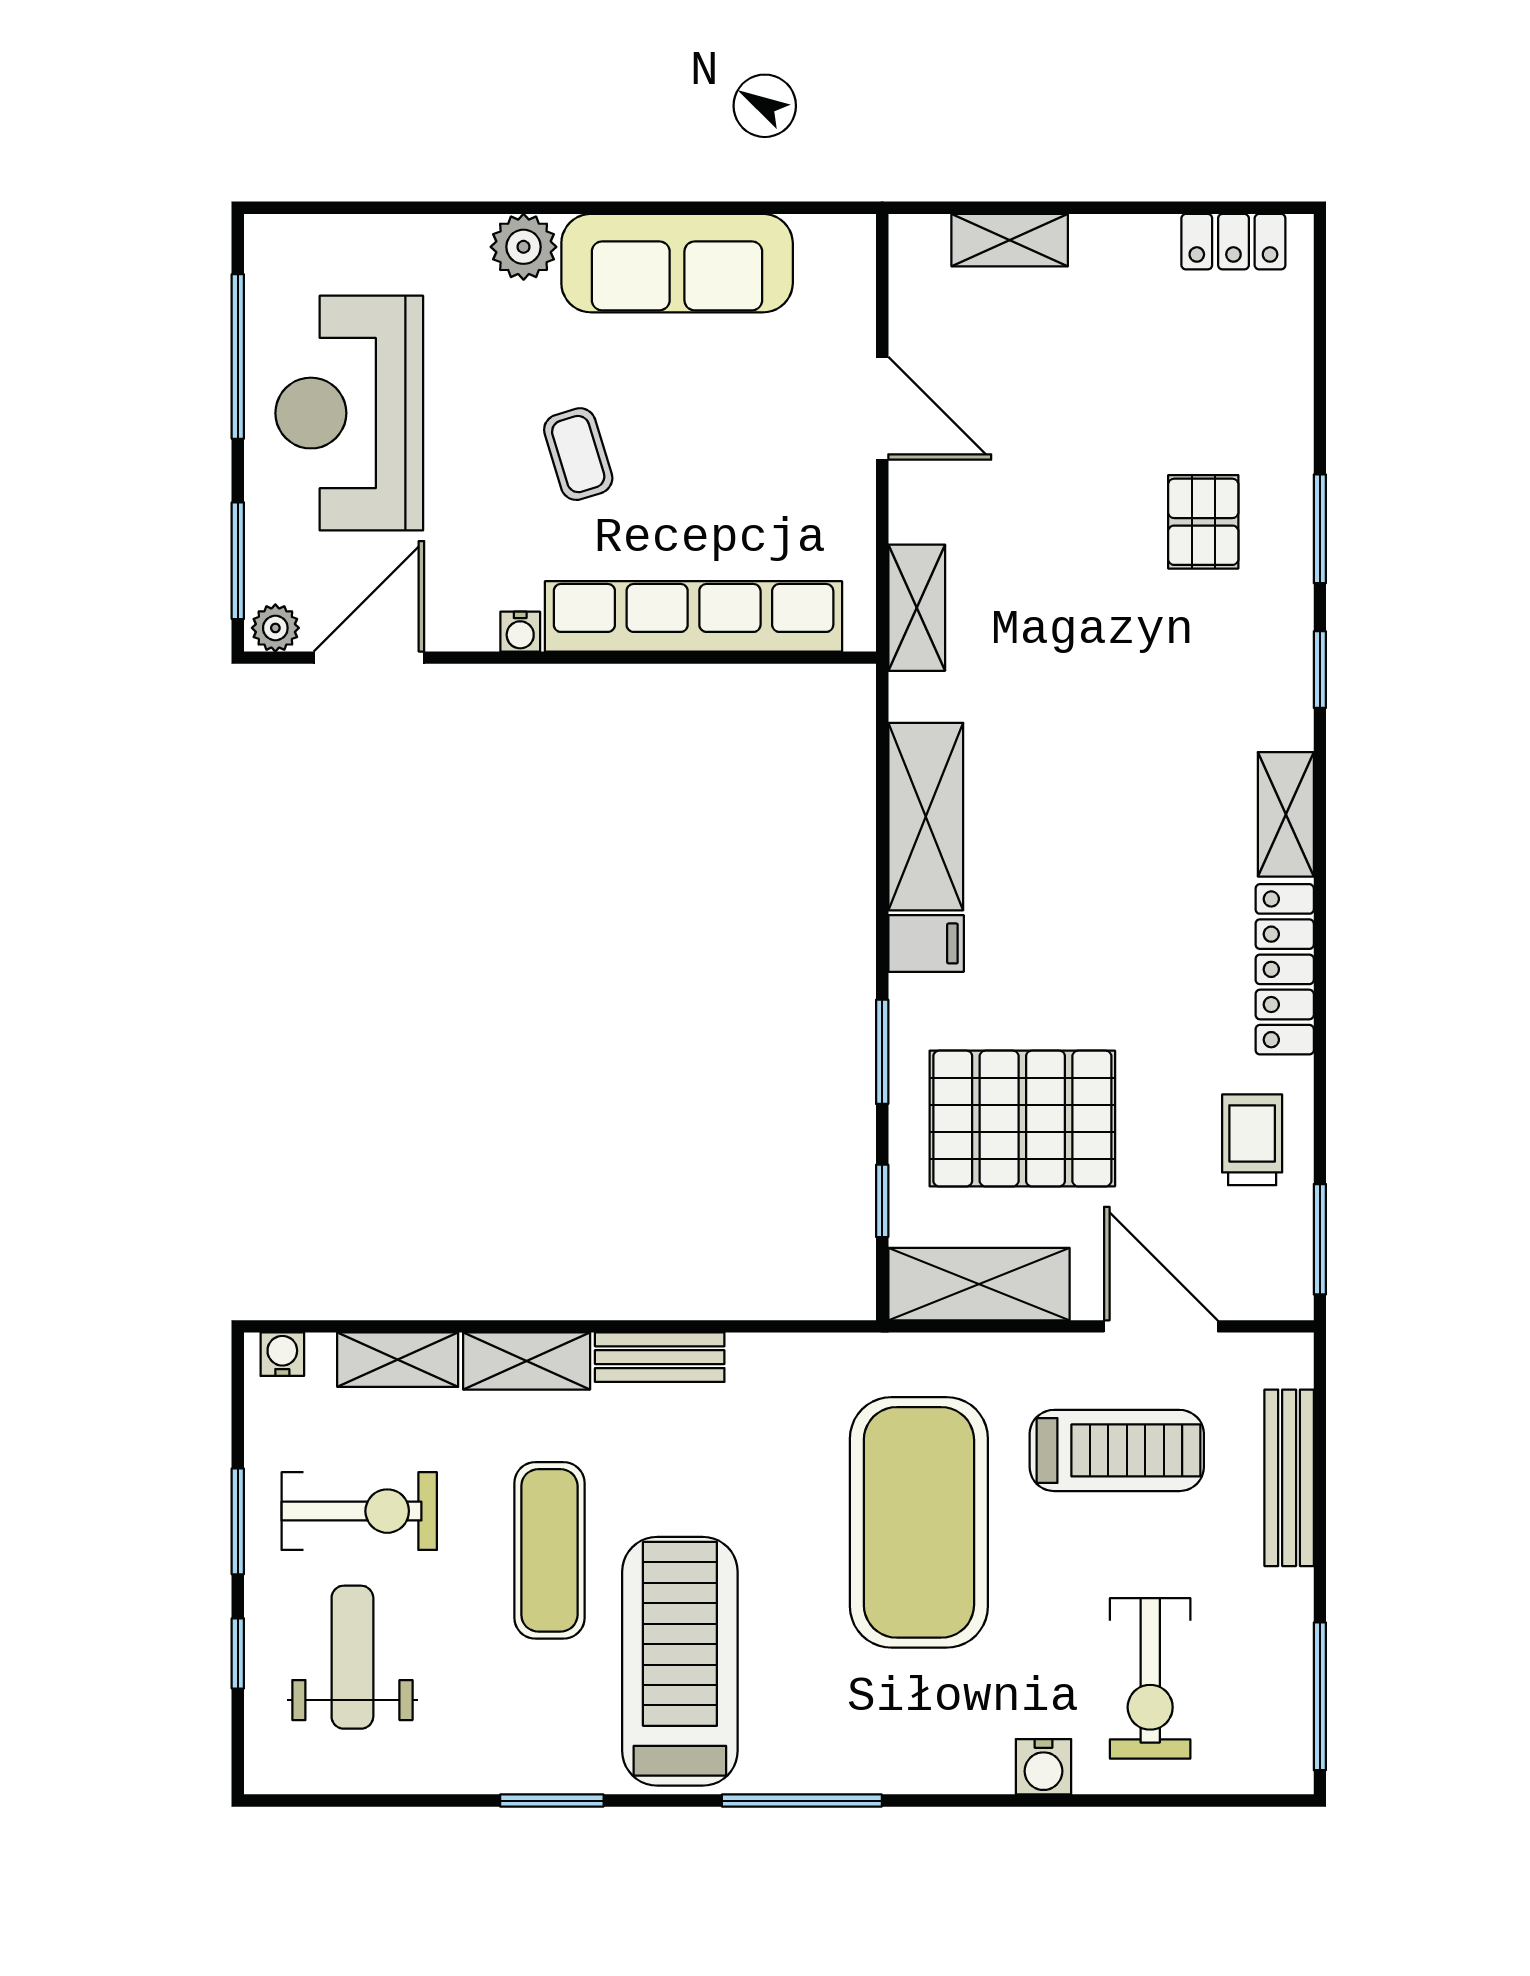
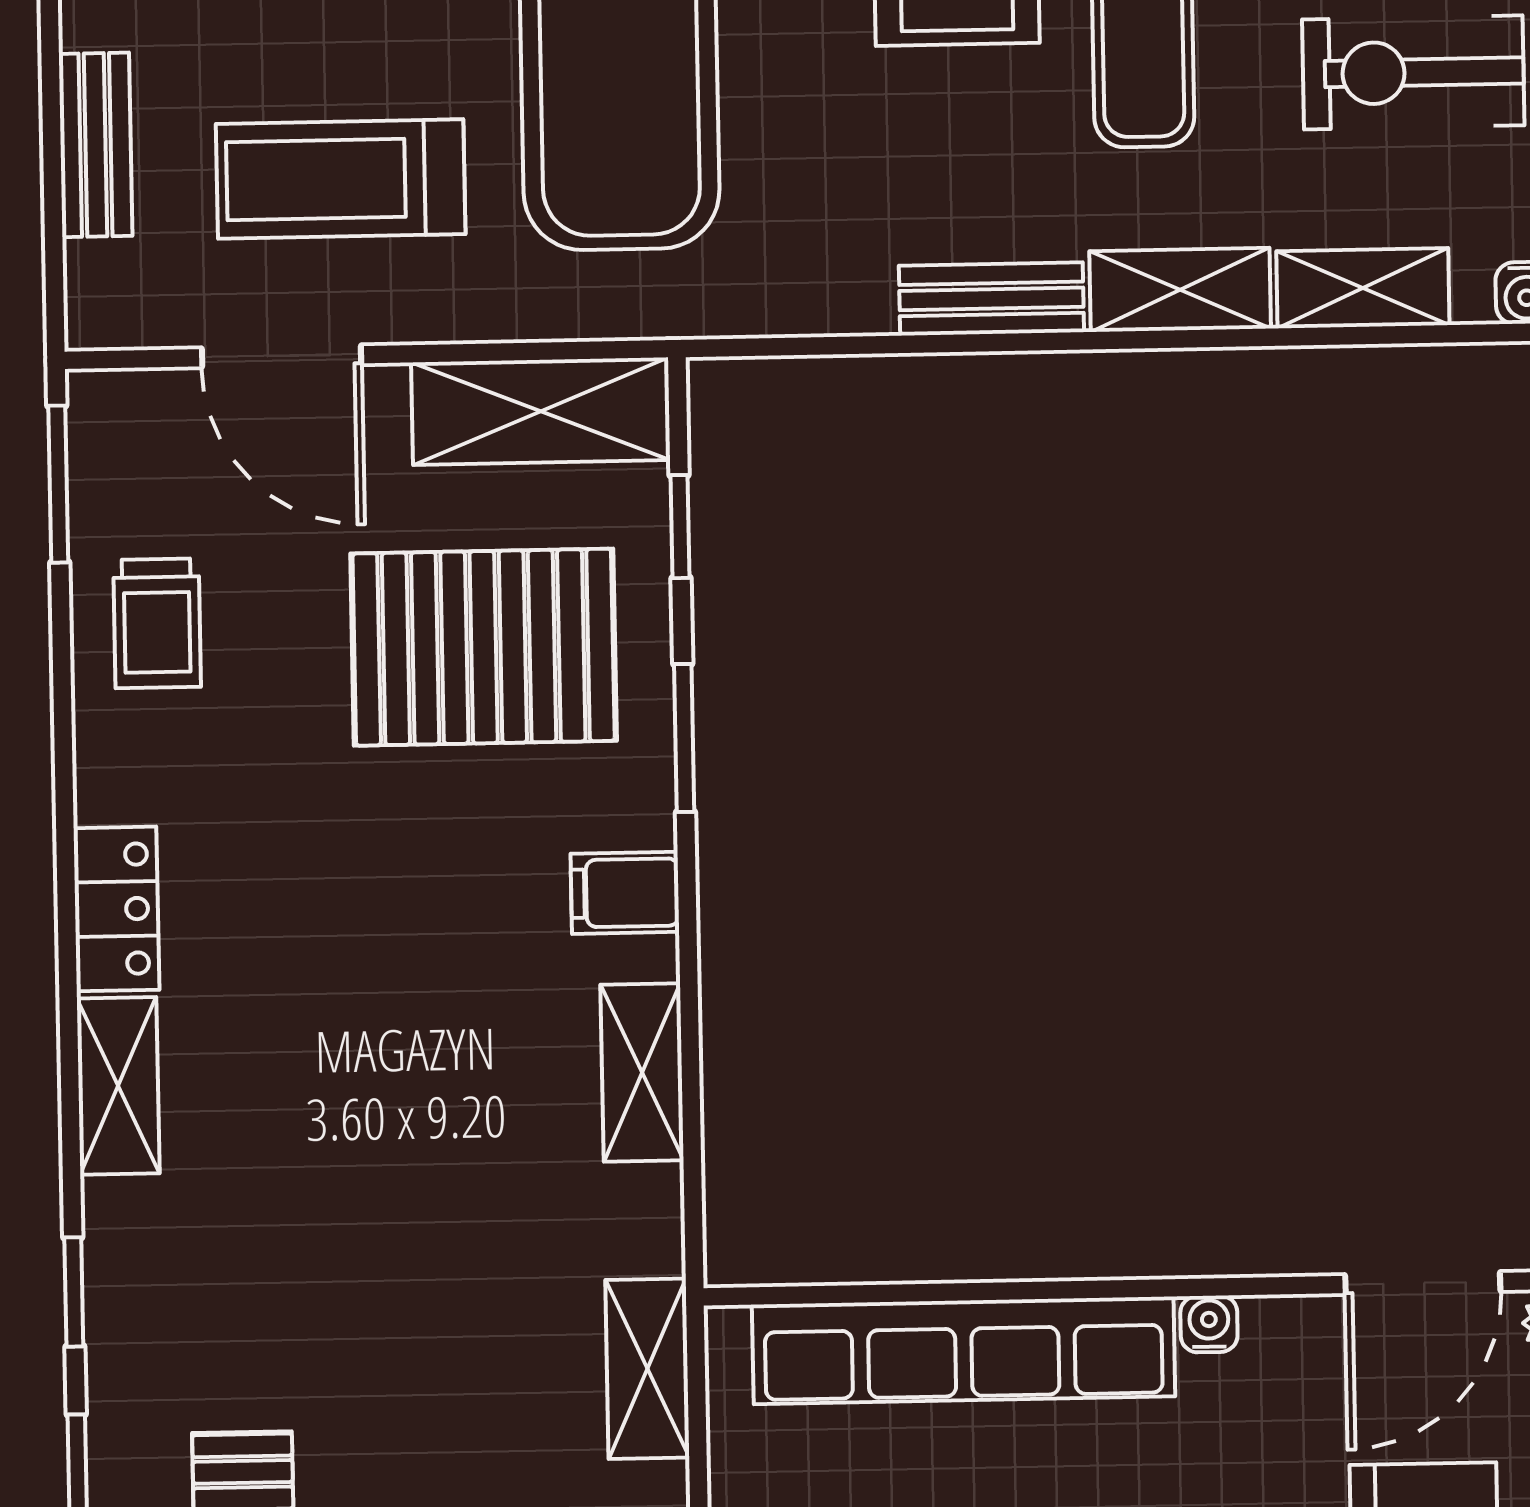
shelving: (926, 817) -> (642, 1073), width x0.67, depth x0.75
locker: (1285, 969) -> (116, 909), width x0.66
bench: (1289, 1478) -> (95, 145), width x0.73

